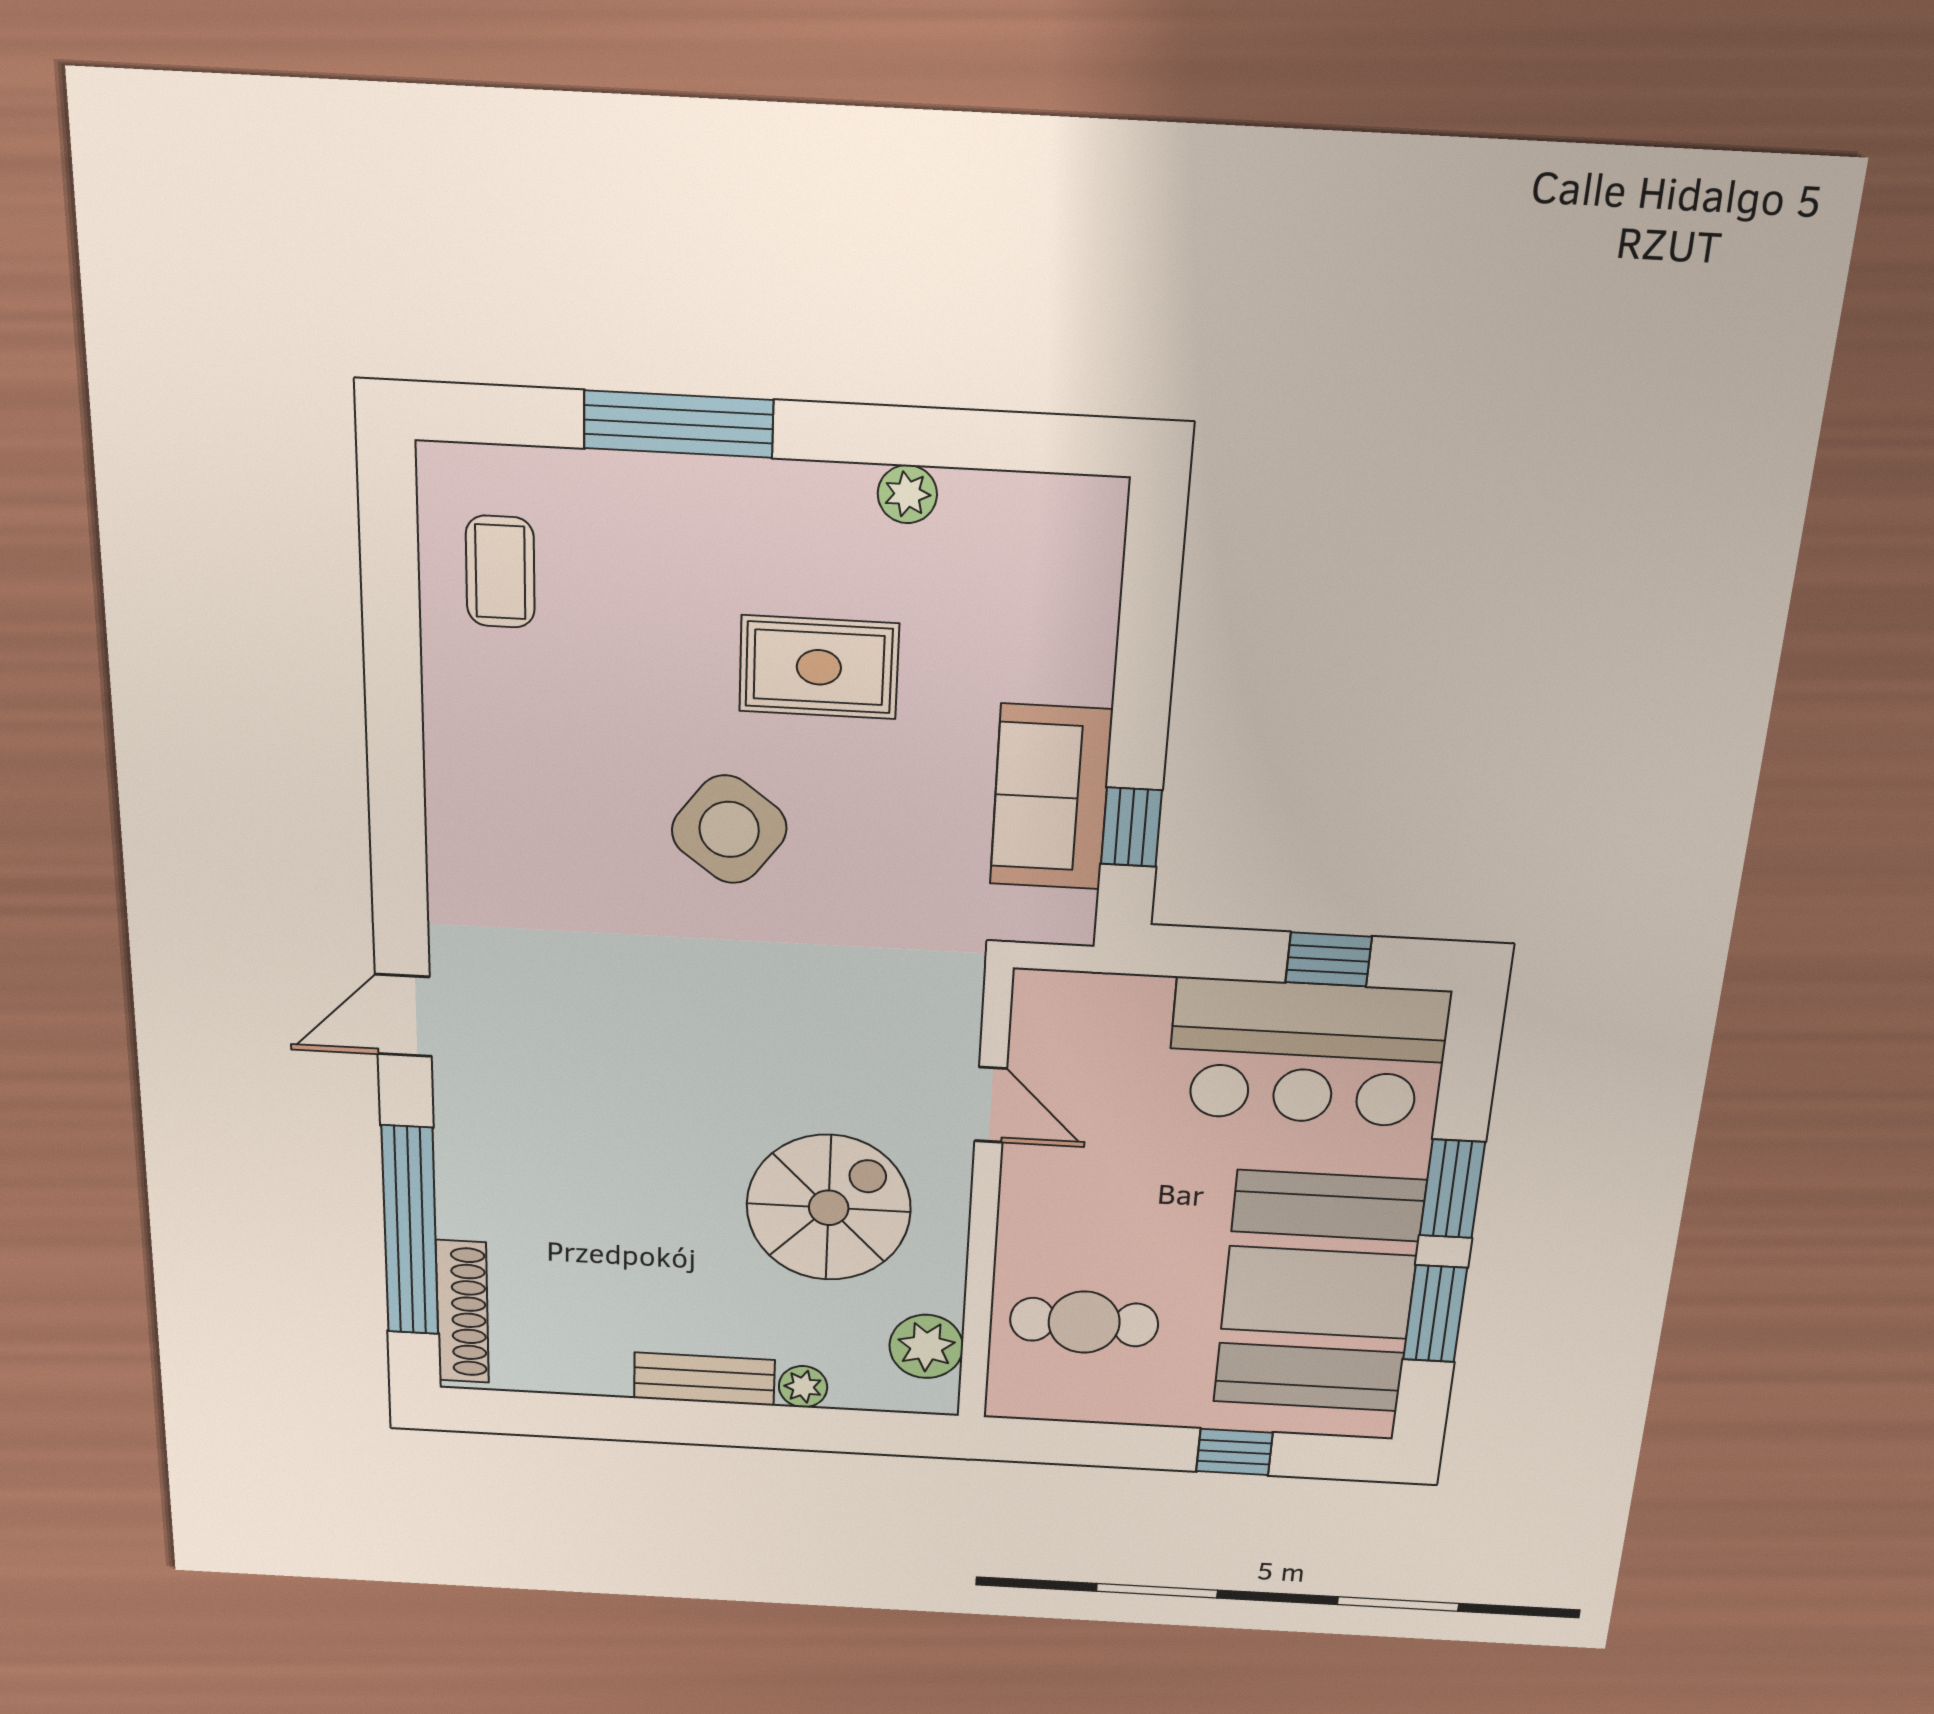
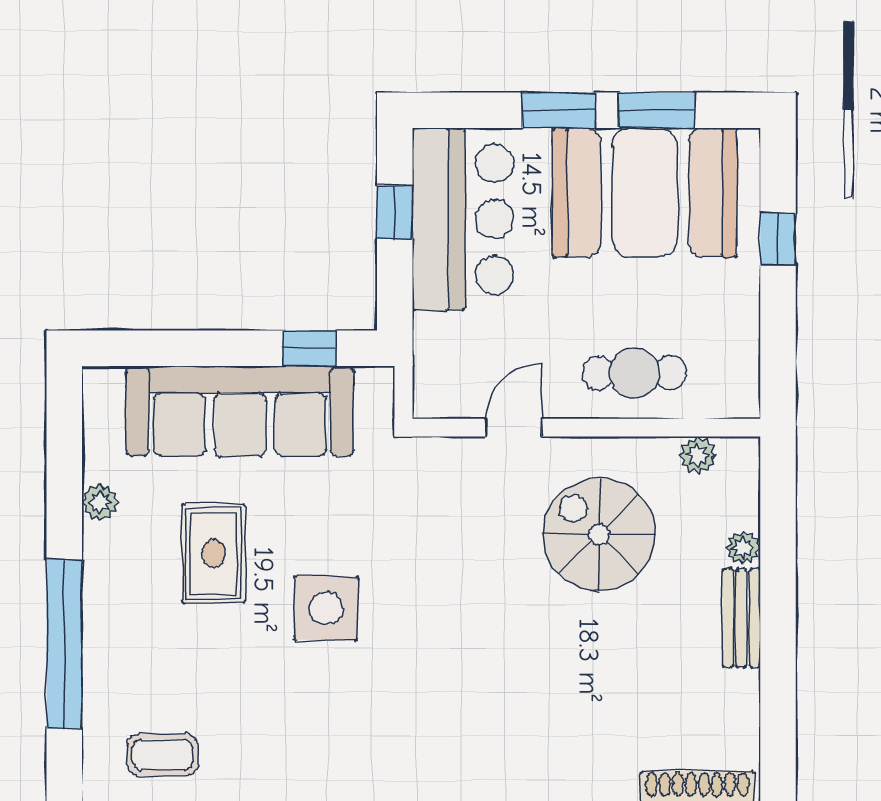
window: (679, 424) -> (64, 644), width x1.46
sofa: (1051, 797) -> (240, 411), width x1.85, depth x1.27
side table: (729, 829) -> (326, 608), turned -36
cafe table: (1084, 1322) -> (634, 373), moved, turned 90
plant: (926, 1346) -> (698, 455), width x0.73, depth x0.73

